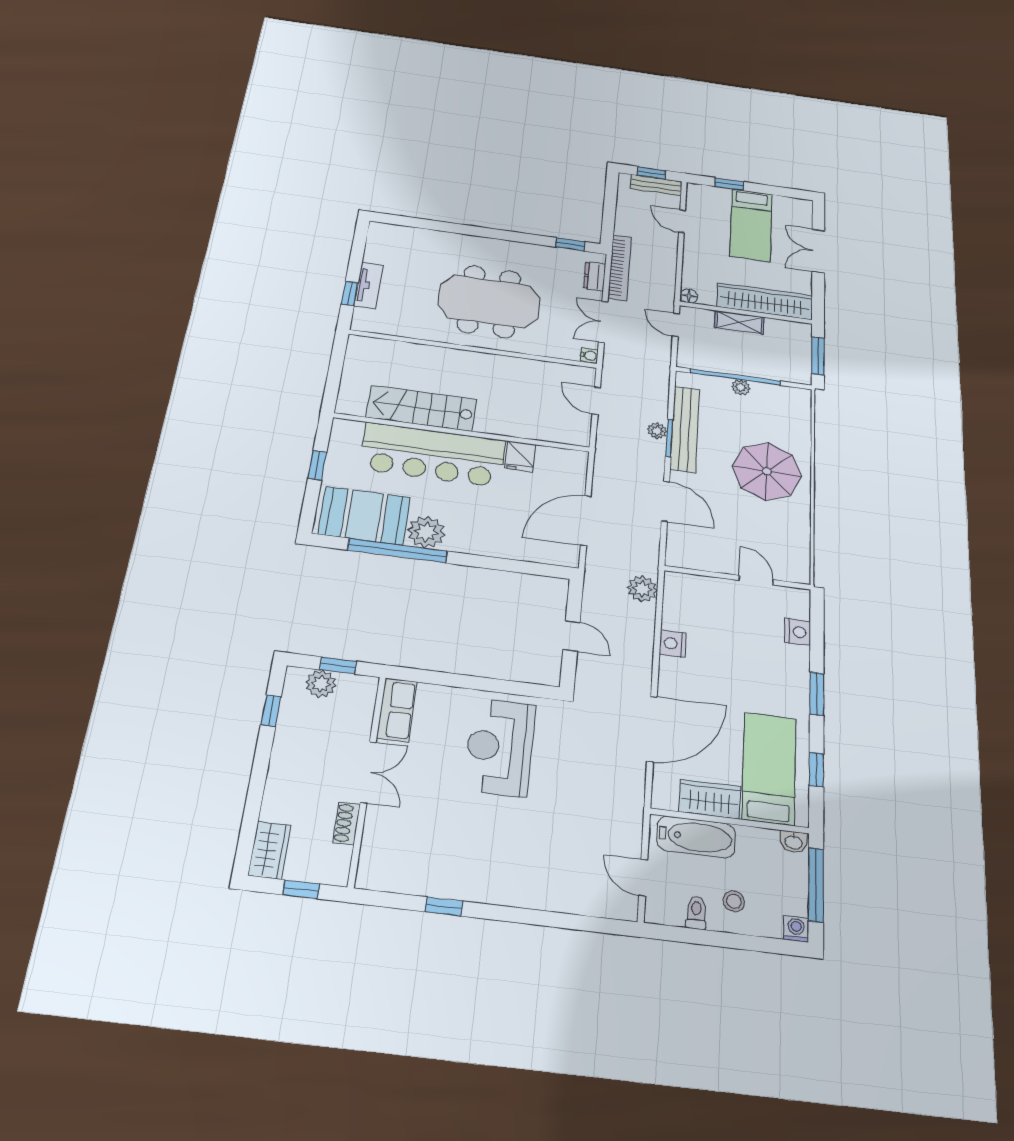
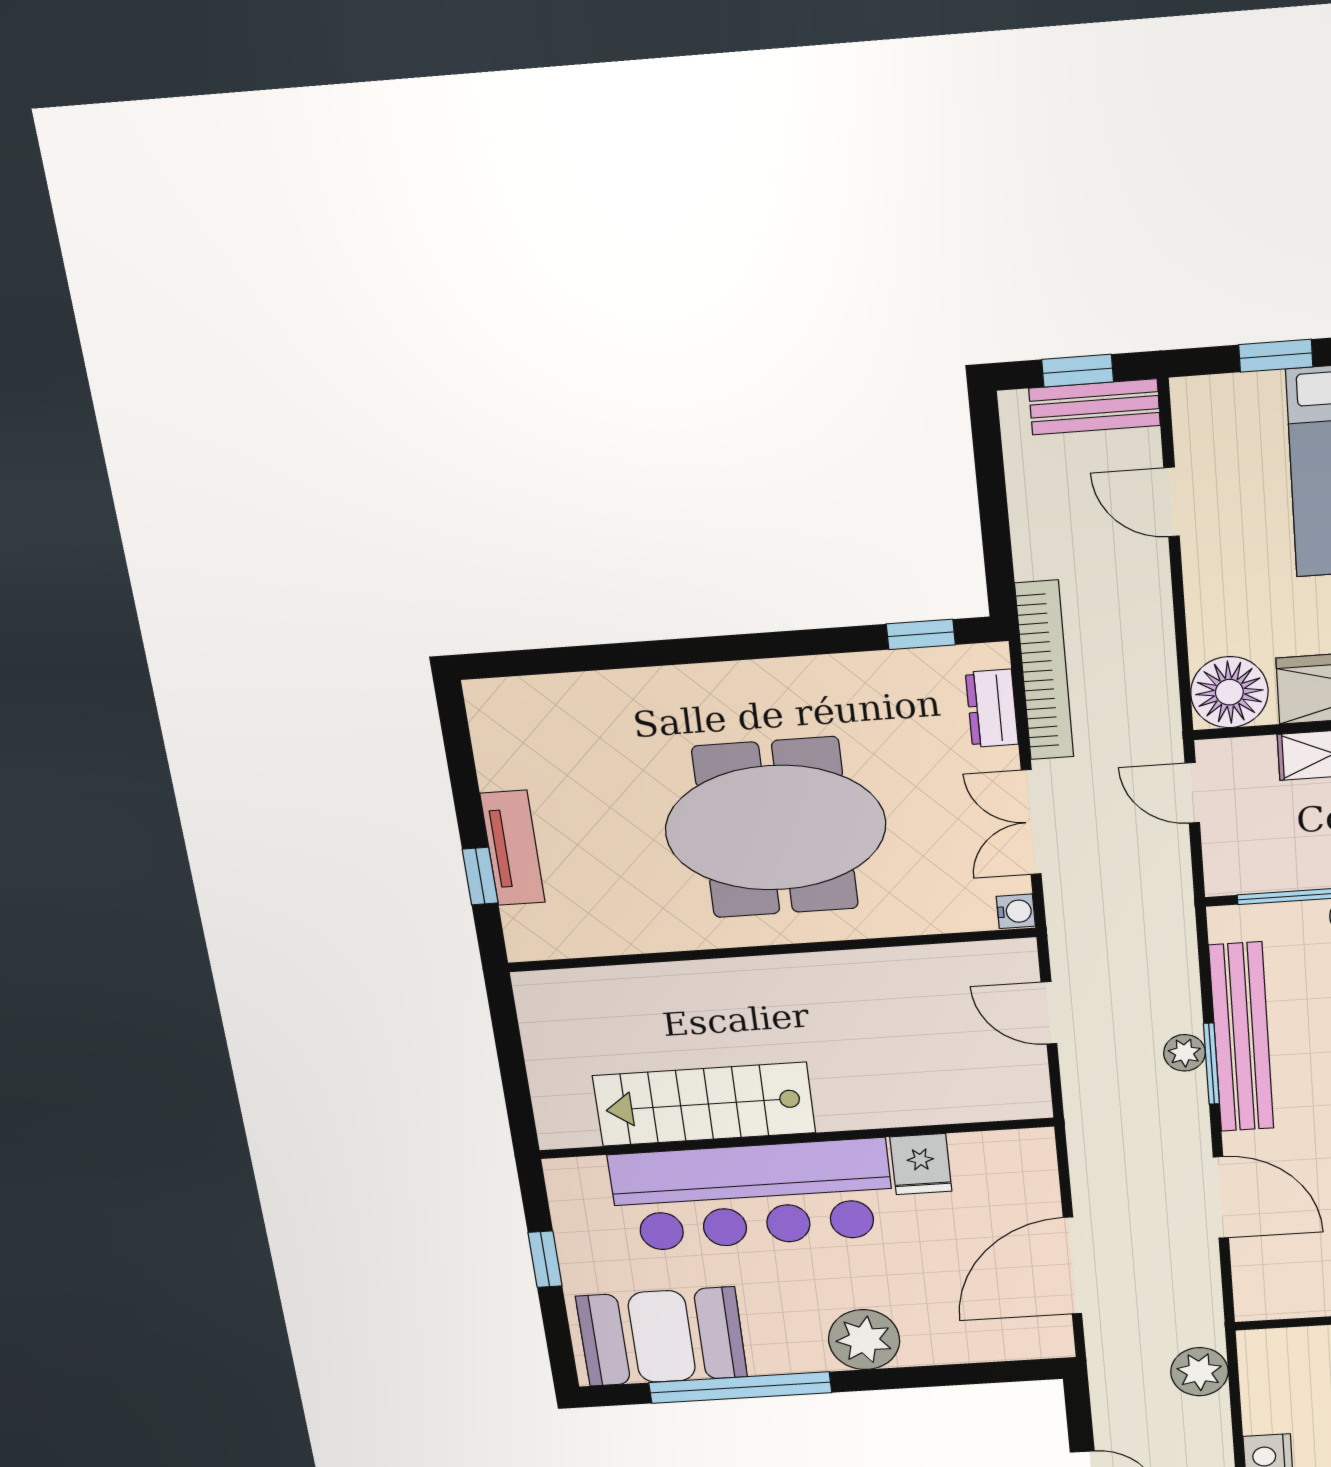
floor lamp: (689, 296) -> (1229, 692), width x1.89, depth x1.89
plant: (426, 532) -> (864, 1340), moved

